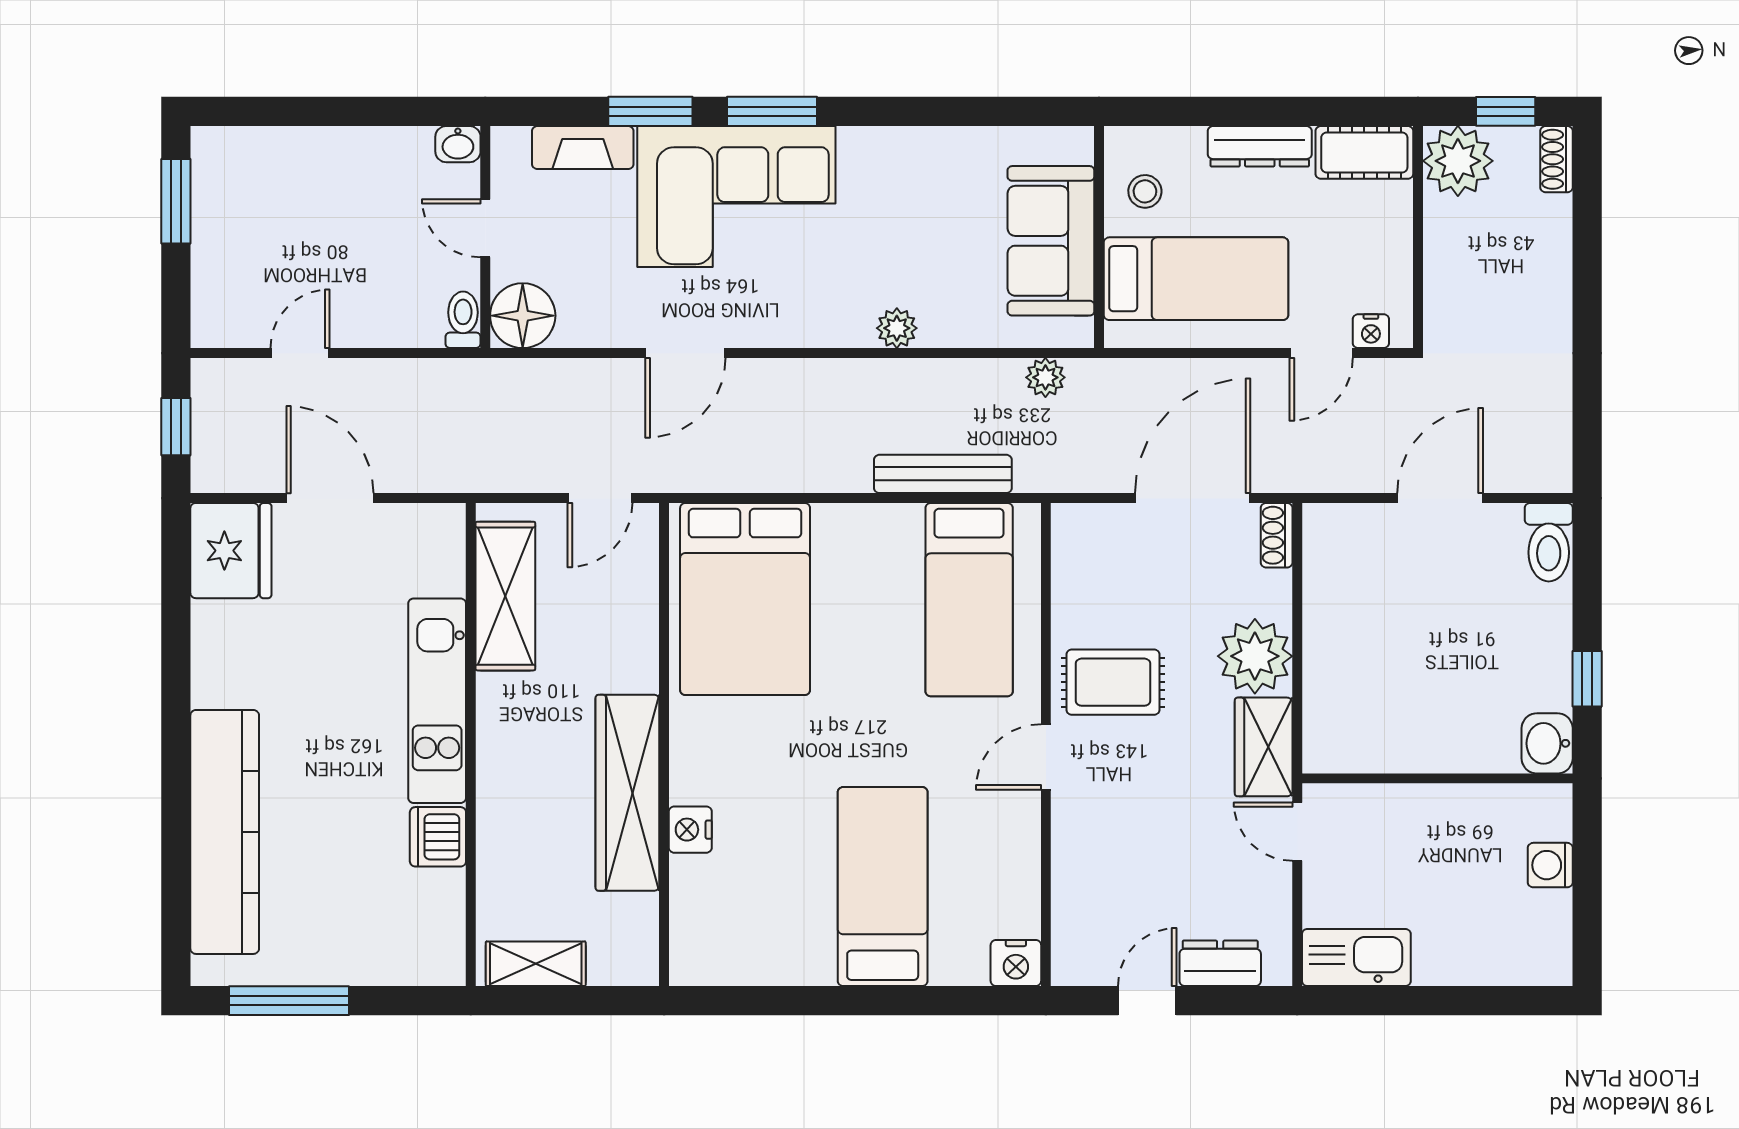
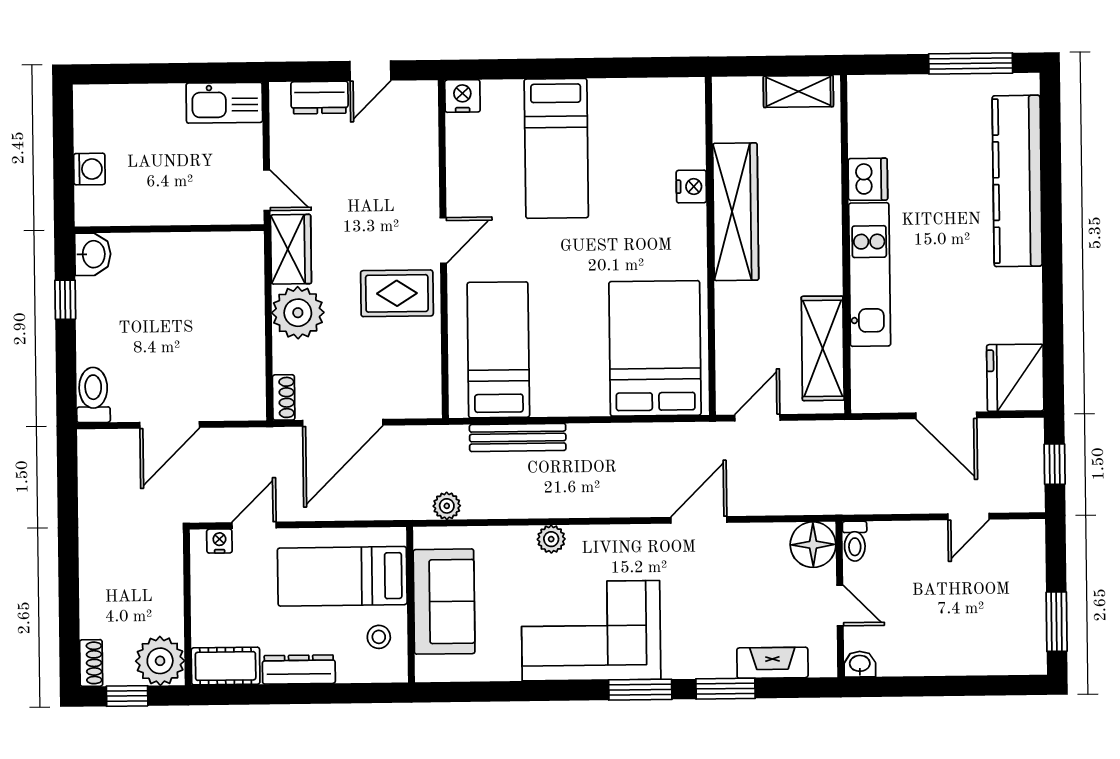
corner sofa: (736, 197) -> (591, 631), moved

